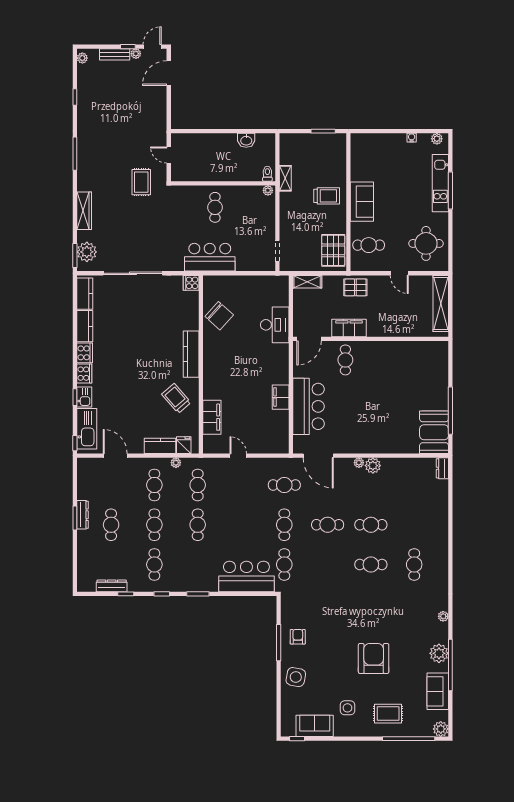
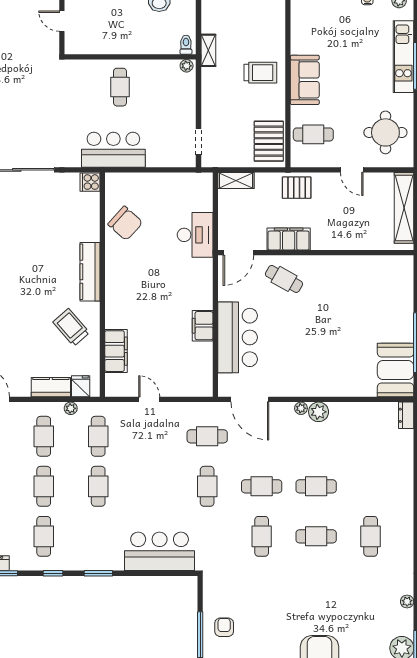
rug: (141, 182) -> (27, 55), removed
cafe table: (345, 360) -> (284, 279), turned -61
cafe table: (284, 565) -> (262, 536), moved

